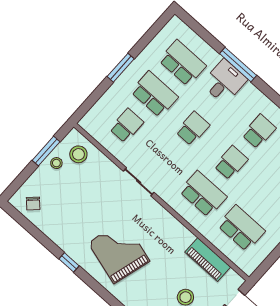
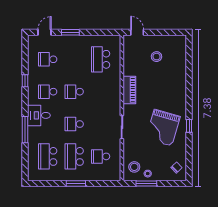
desk: (224, 82) -> (39, 115), moved
school desk: (203, 194) -> (101, 92), removed
grand piano: (119, 252) -> (163, 128), moved
piano: (208, 259) -> (129, 90), moved

